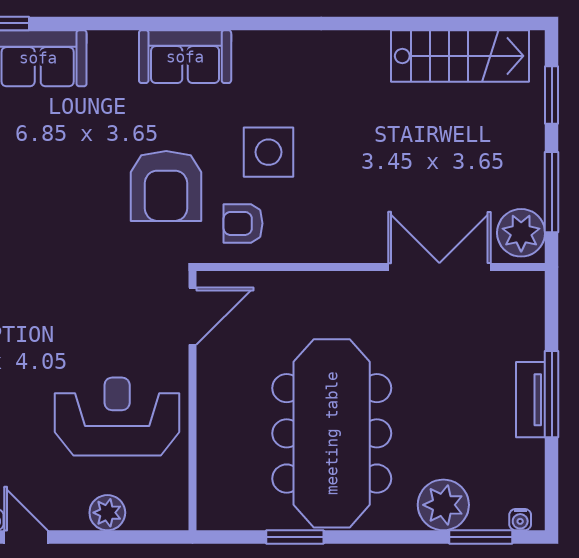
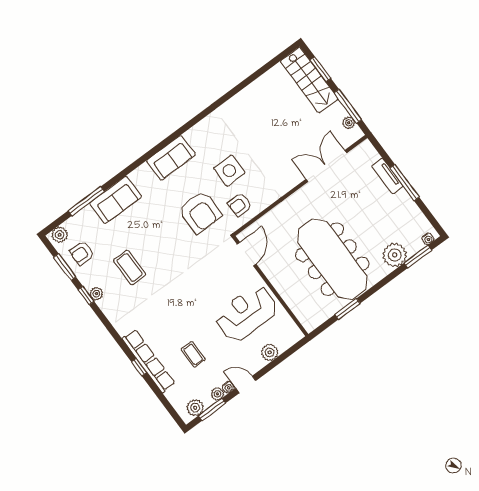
stairs: (460, 56) -> (309, 80), moved, turned 90
plant: (521, 233) -> (349, 123), width x0.53, depth x0.53
tv unit: (531, 400) -> (387, 176), moved

